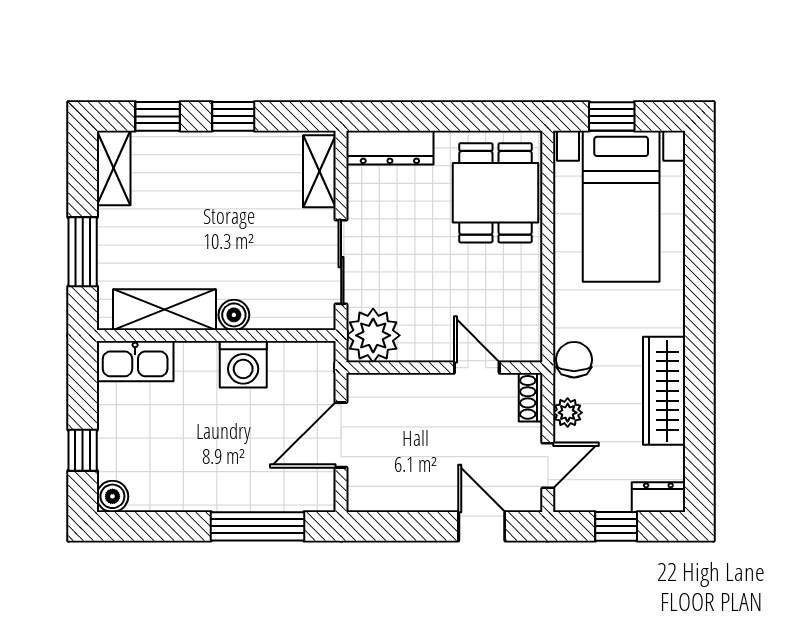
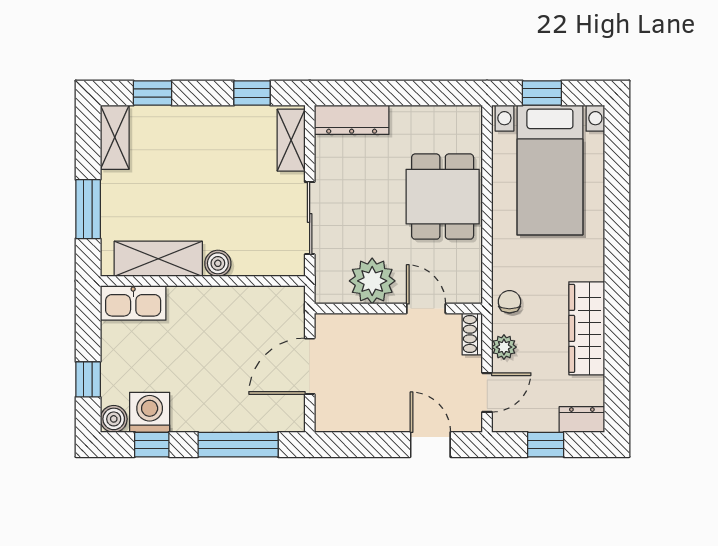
window: (233, 116) -> (252, 93), moved
dining table: (495, 193) -> (443, 197), moved
plant: (373, 335) -> (372, 281), moved
chair: (574, 360) -> (509, 302), width x0.73, depth x0.73
washing machine: (243, 364) -> (150, 412), moved, turned 180
window: (157, 526) -> (152, 445), added

